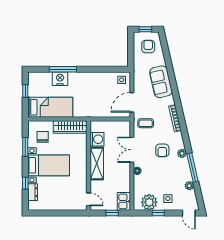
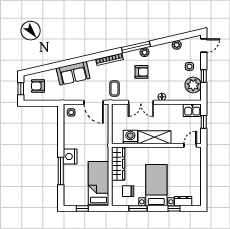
nightstand: (60, 79) -> (70, 156), moved
window: (192, 167) -> (136, 47), moved

